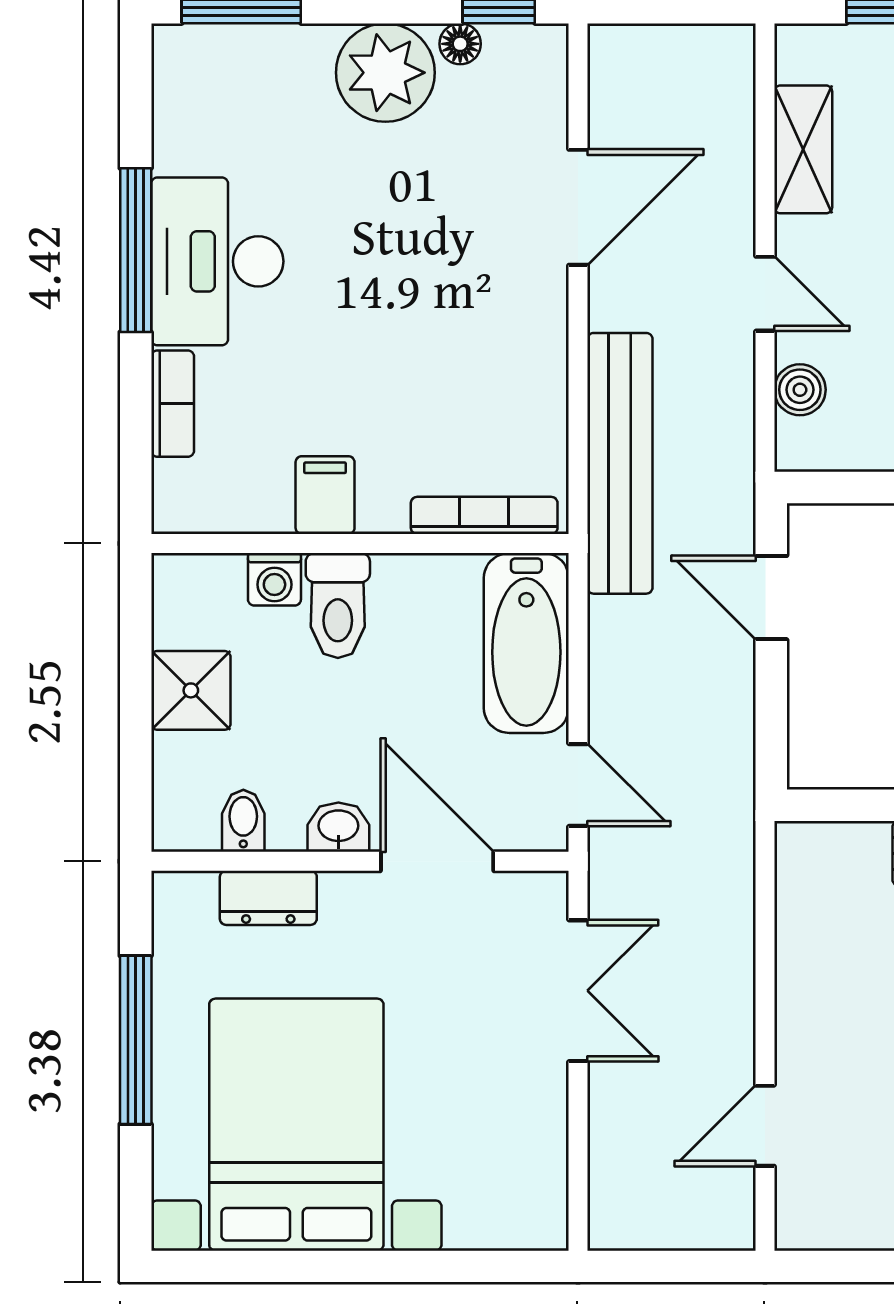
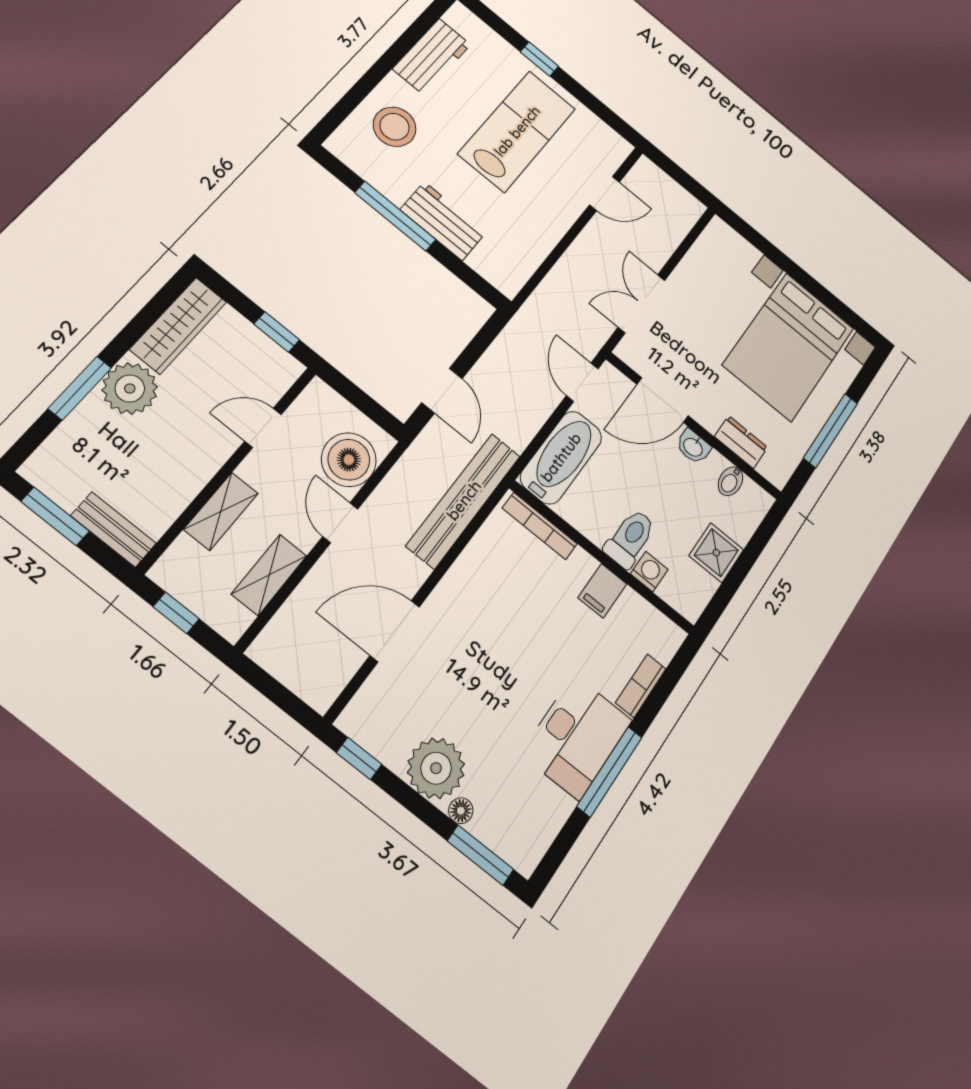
floor lamp: (460, 44) -> (461, 811), moved
boiler: (800, 390) -> (349, 460), width x1.86, depth x1.86
door: (437, 861) -> (662, 400), hinge flipped

